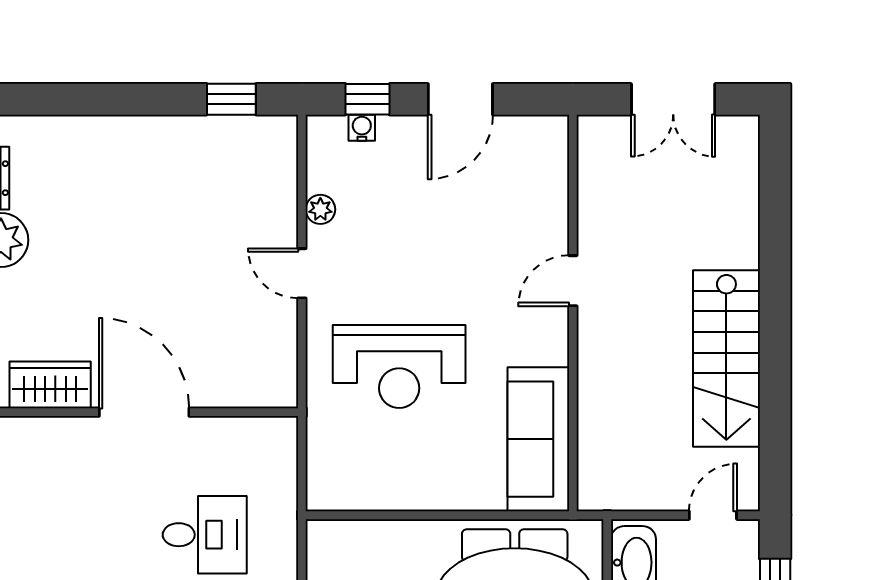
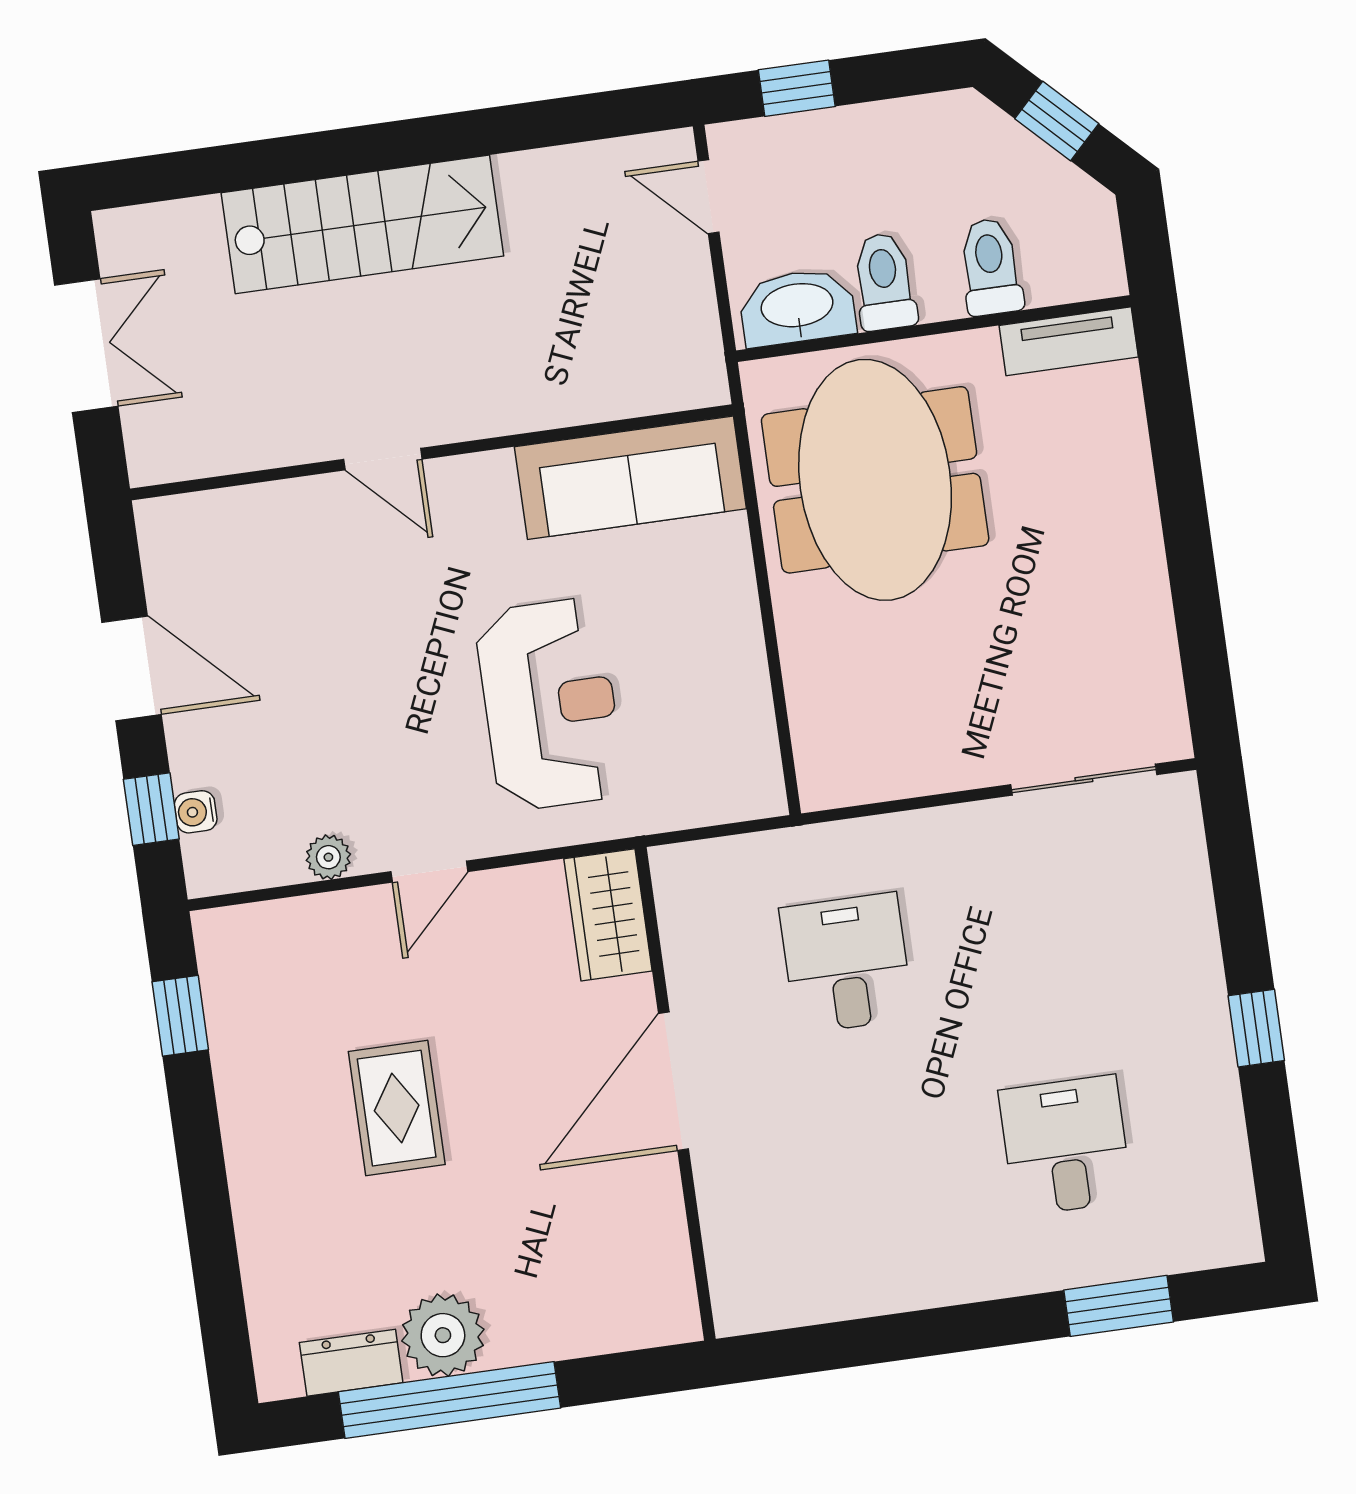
rug: (152, 231) -> (397, 1108), added
stairs: (726, 358) -> (362, 224), moved
wardrobe: (50, 385) -> (608, 915), moved

